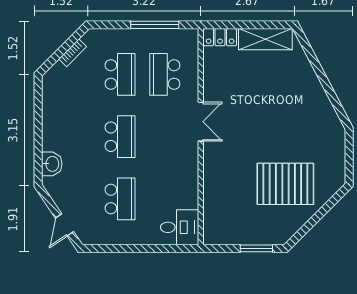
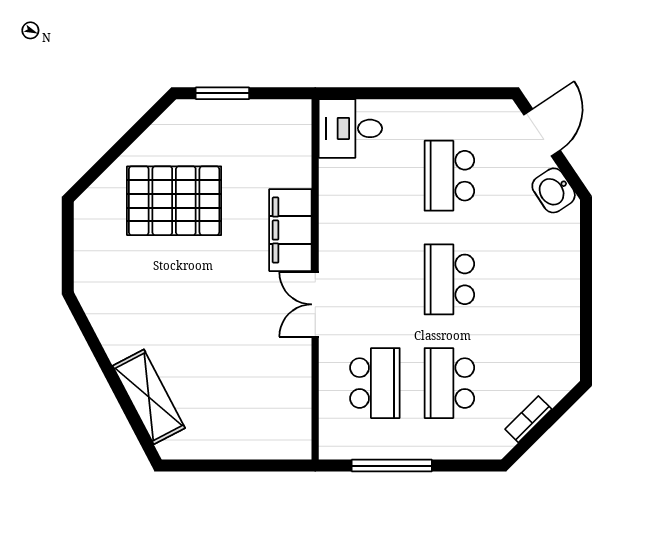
locker: (220, 37) -> (283, 445), removed
shelving: (265, 39) -> (149, 397), moved, turned 62
washbasin: (52, 164) -> (554, 190), moved, turned -34
filing cabinet: (216, 166) -> (290, 230), added
door: (64, 225) -> (542, 132), width x1.38

